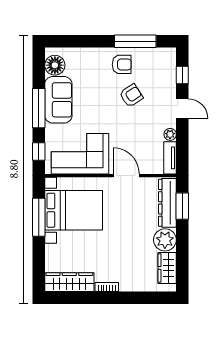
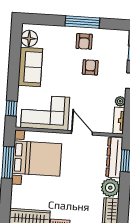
window: (135, 41) -> (82, 22), moved
armchair: (122, 64) -> (84, 41), turned 90
armchair: (131, 96) -> (90, 67), turned -57
window: (39, 108) -> (14, 73), removed

